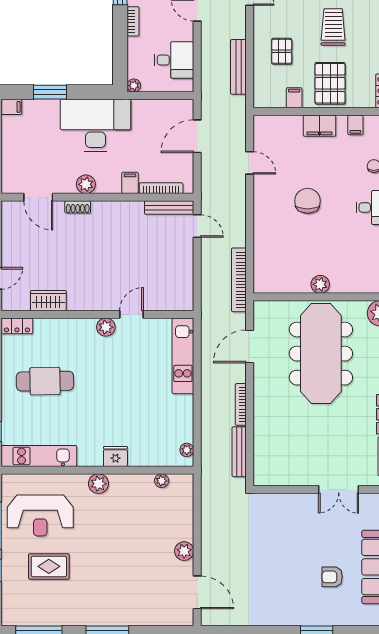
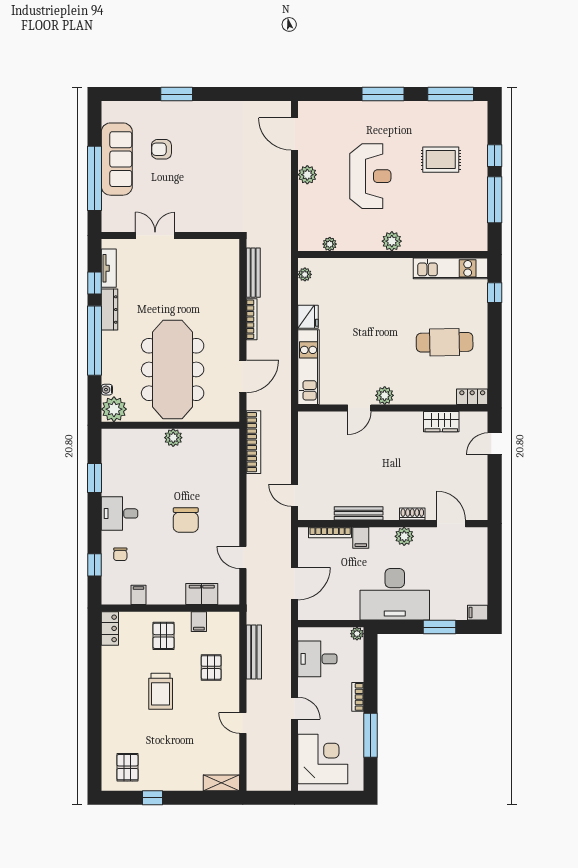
pallet: (330, 83) -> (164, 636), width x0.67, depth x0.71
filing cabinet: (320, 126) -> (202, 594), moved
bench: (169, 208) -> (359, 513), moved
fridge: (115, 457) -> (308, 317), moved, turned -90
reception desk: (40, 515) -> (370, 176), moved, turned 90
armchair: (332, 577) -> (161, 149), turned 180

